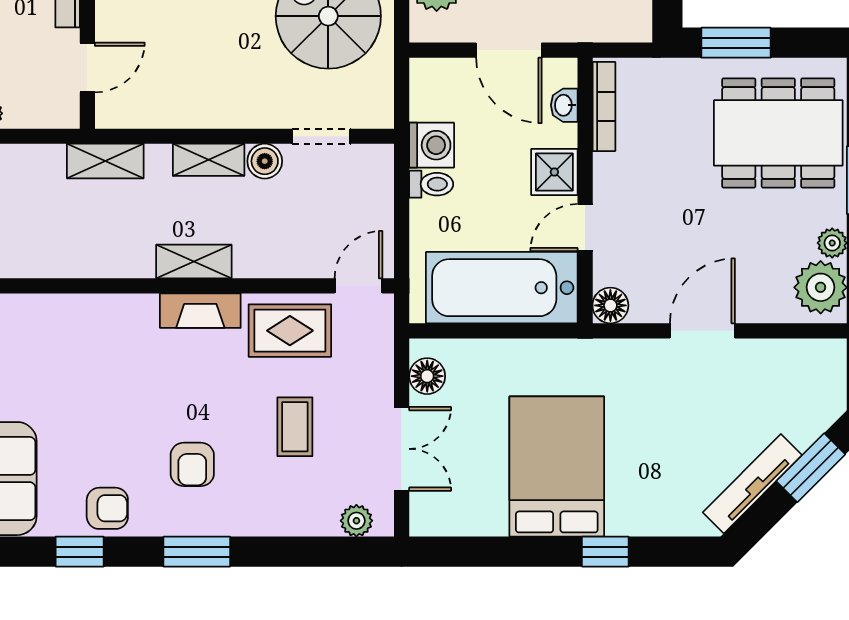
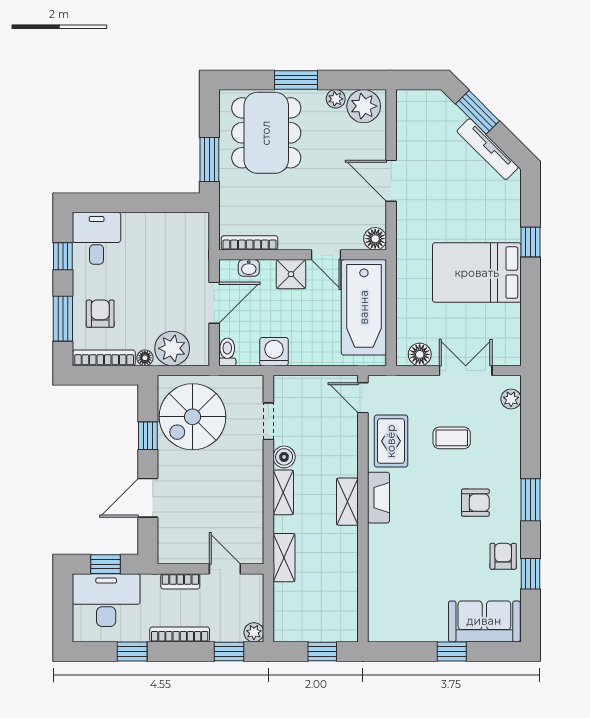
toilet: (431, 184) -> (227, 352), moved

